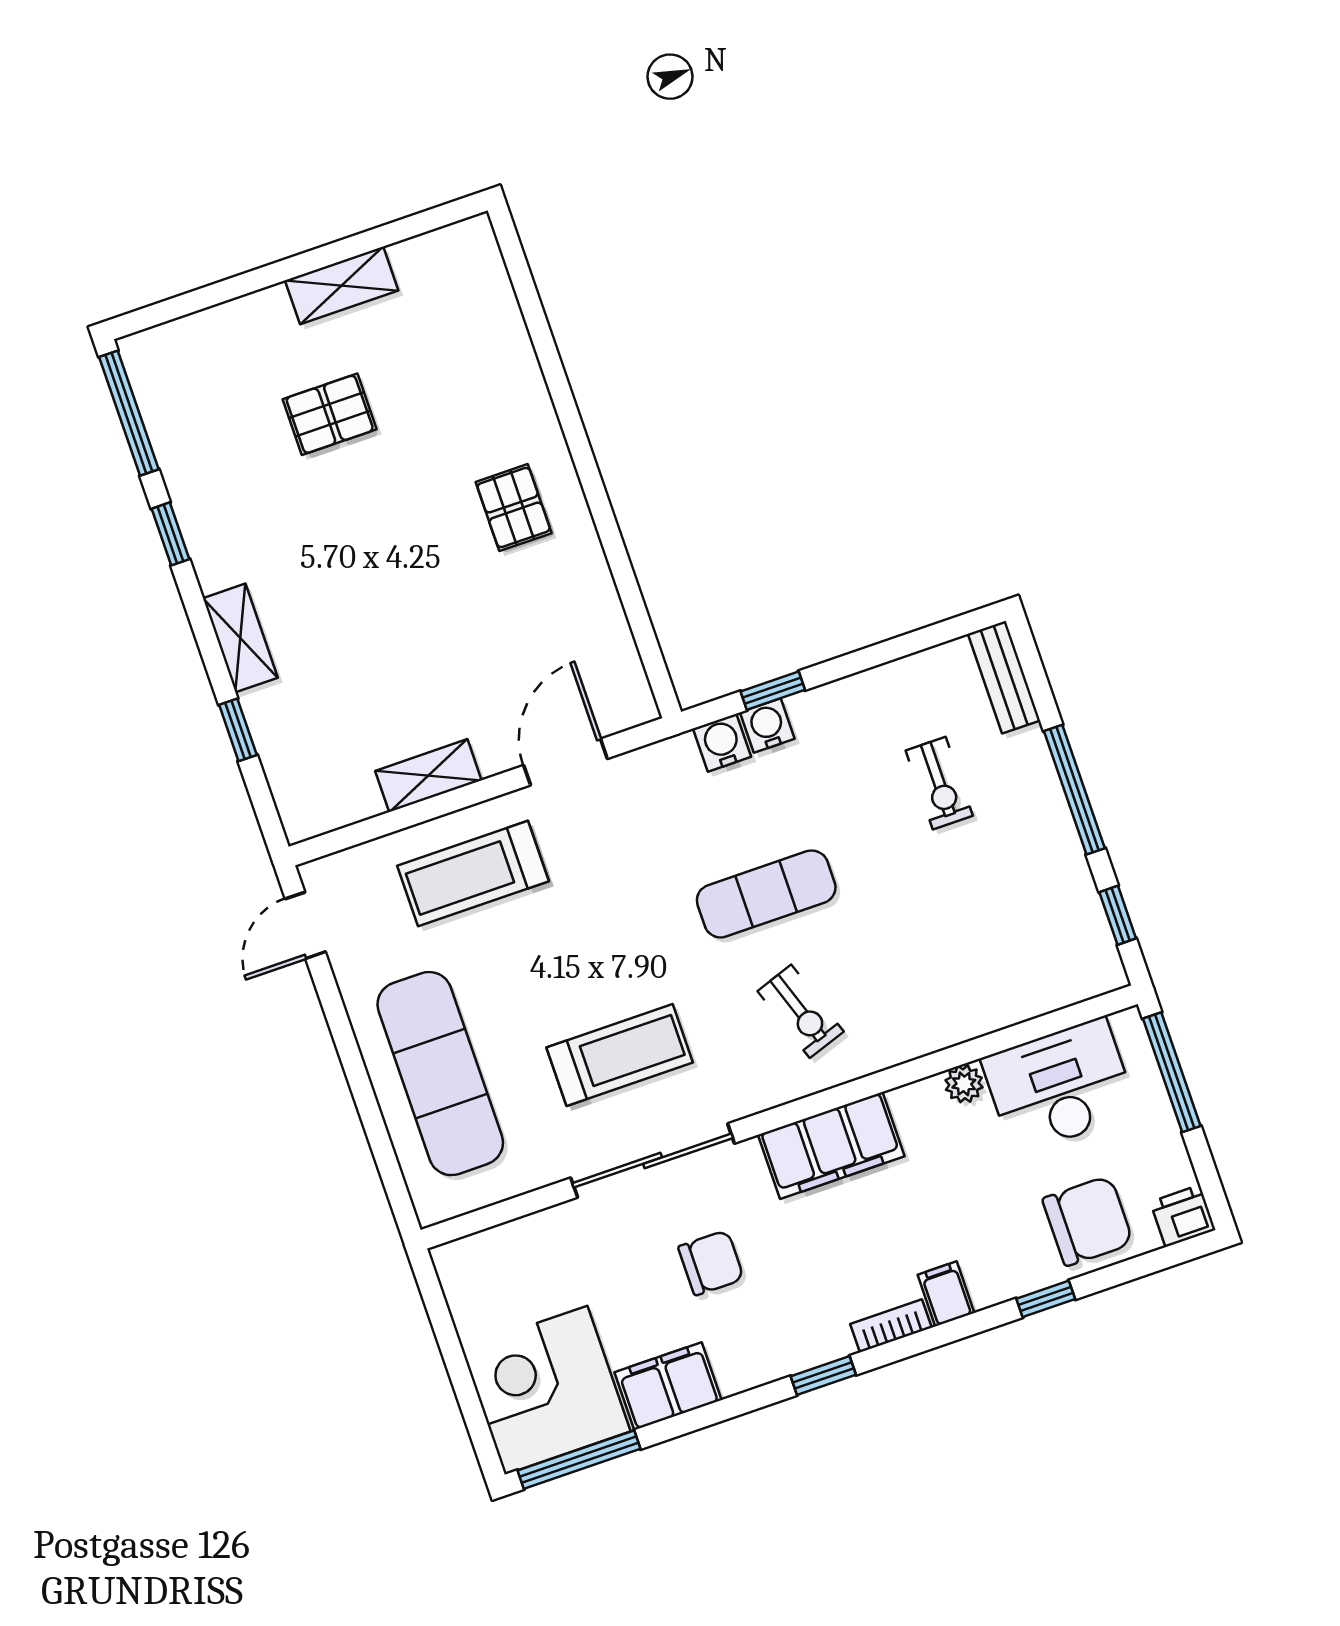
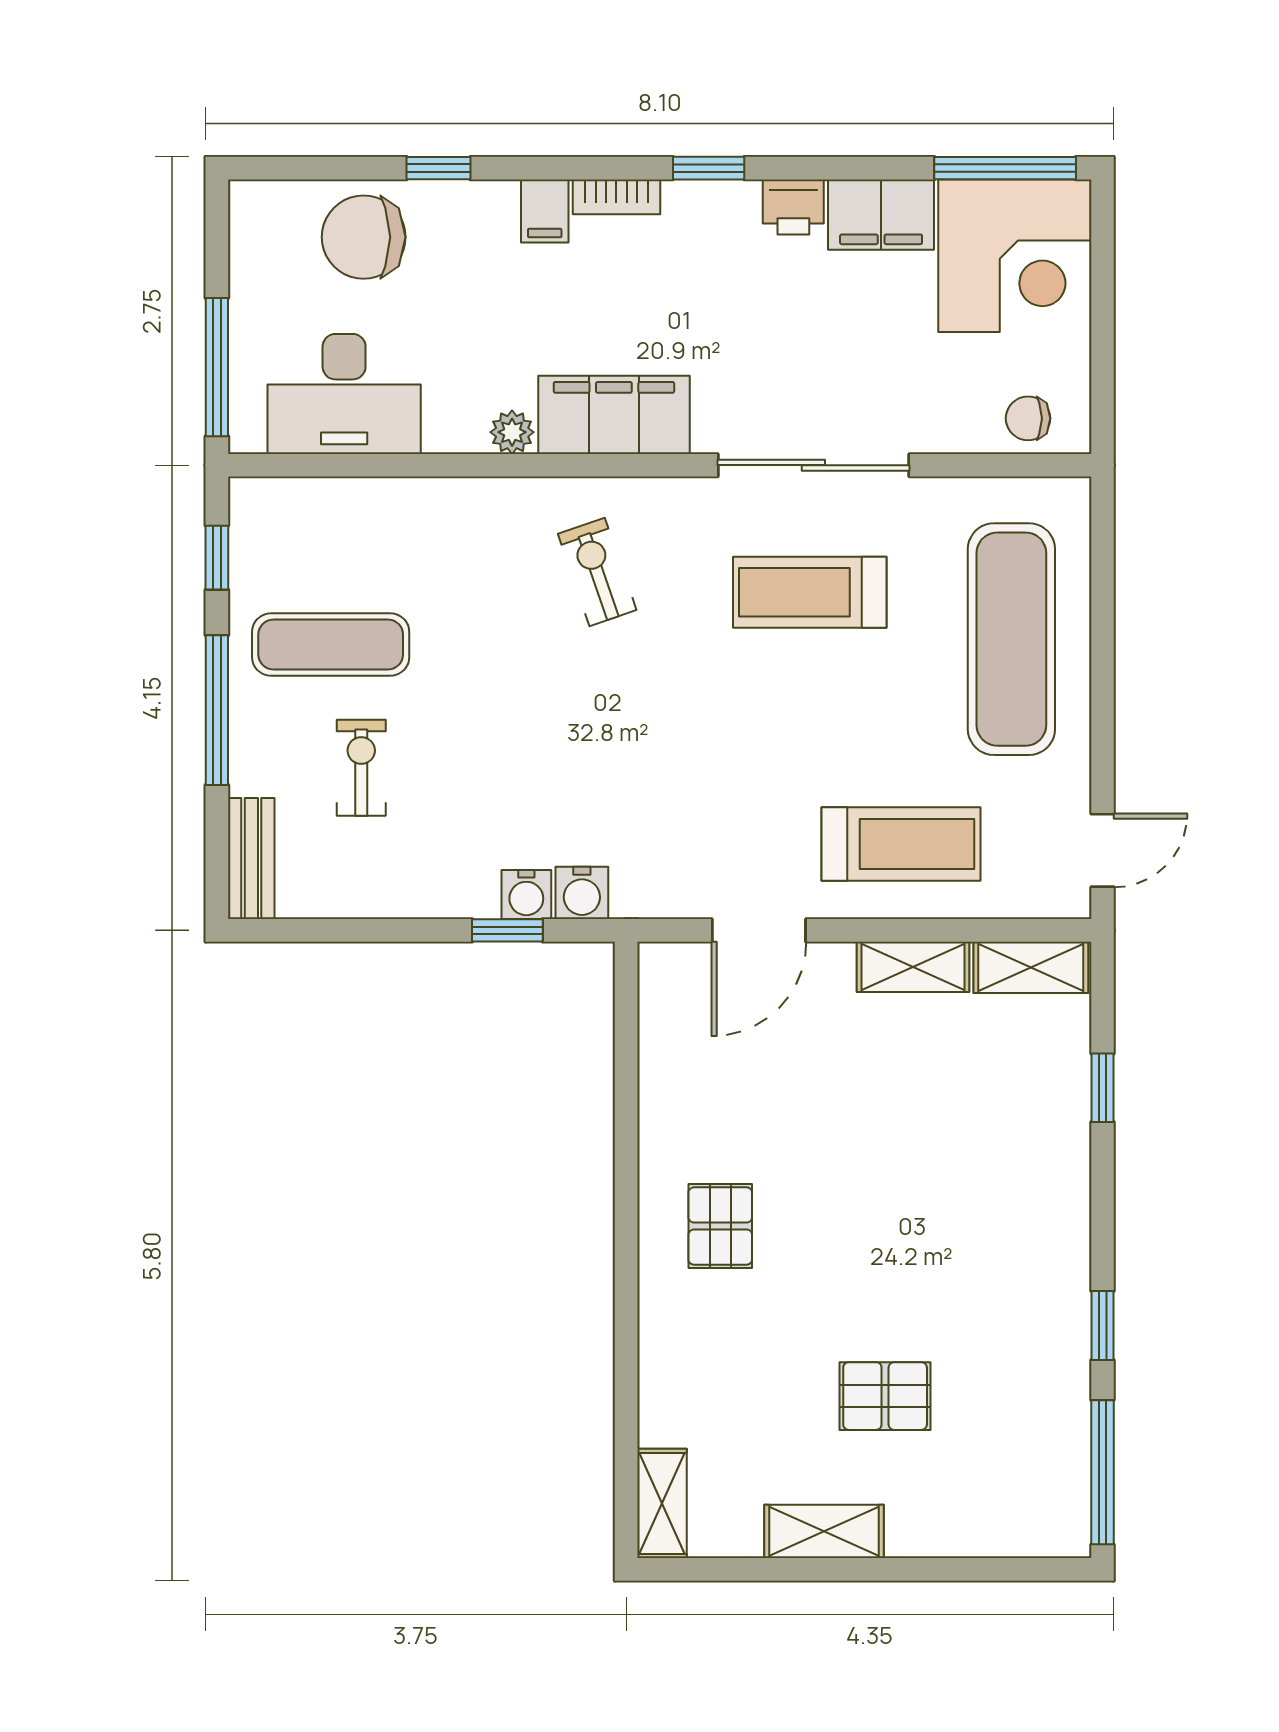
shelving: (483, 262) -> (662, 1503), added
shelving: (240, 638) -> (1031, 967), moved, turned 90
exercise mat: (766, 894) -> (331, 645), moved
plant: (964, 1084) -> (512, 432), moved
printer: (1183, 1216) -> (793, 207), moved
chair: (711, 1263) -> (1028, 418), moved, width x0.73, depth x0.73

